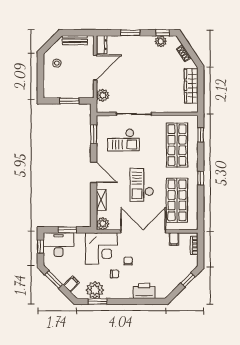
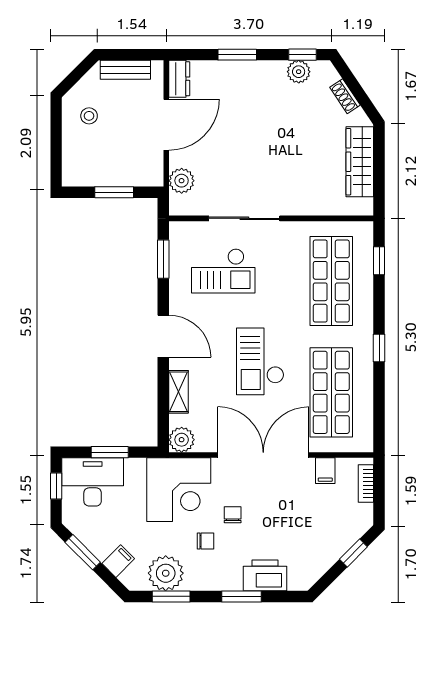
window: (132, 301) -> (242, 596), added

